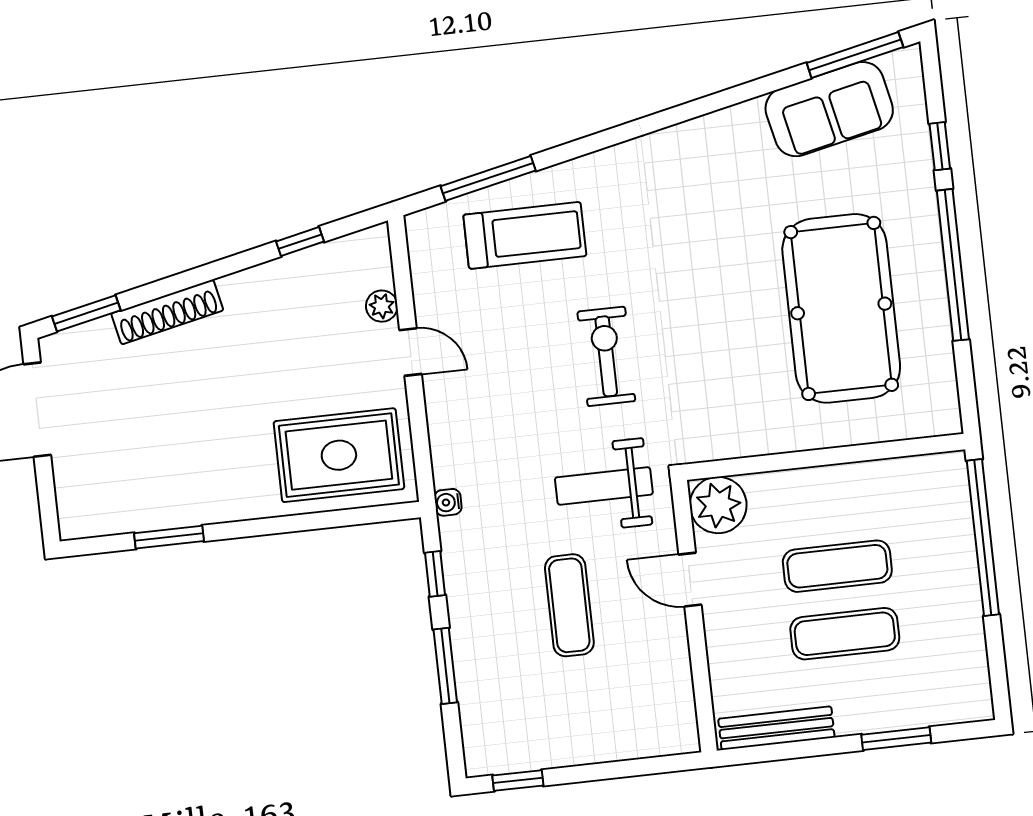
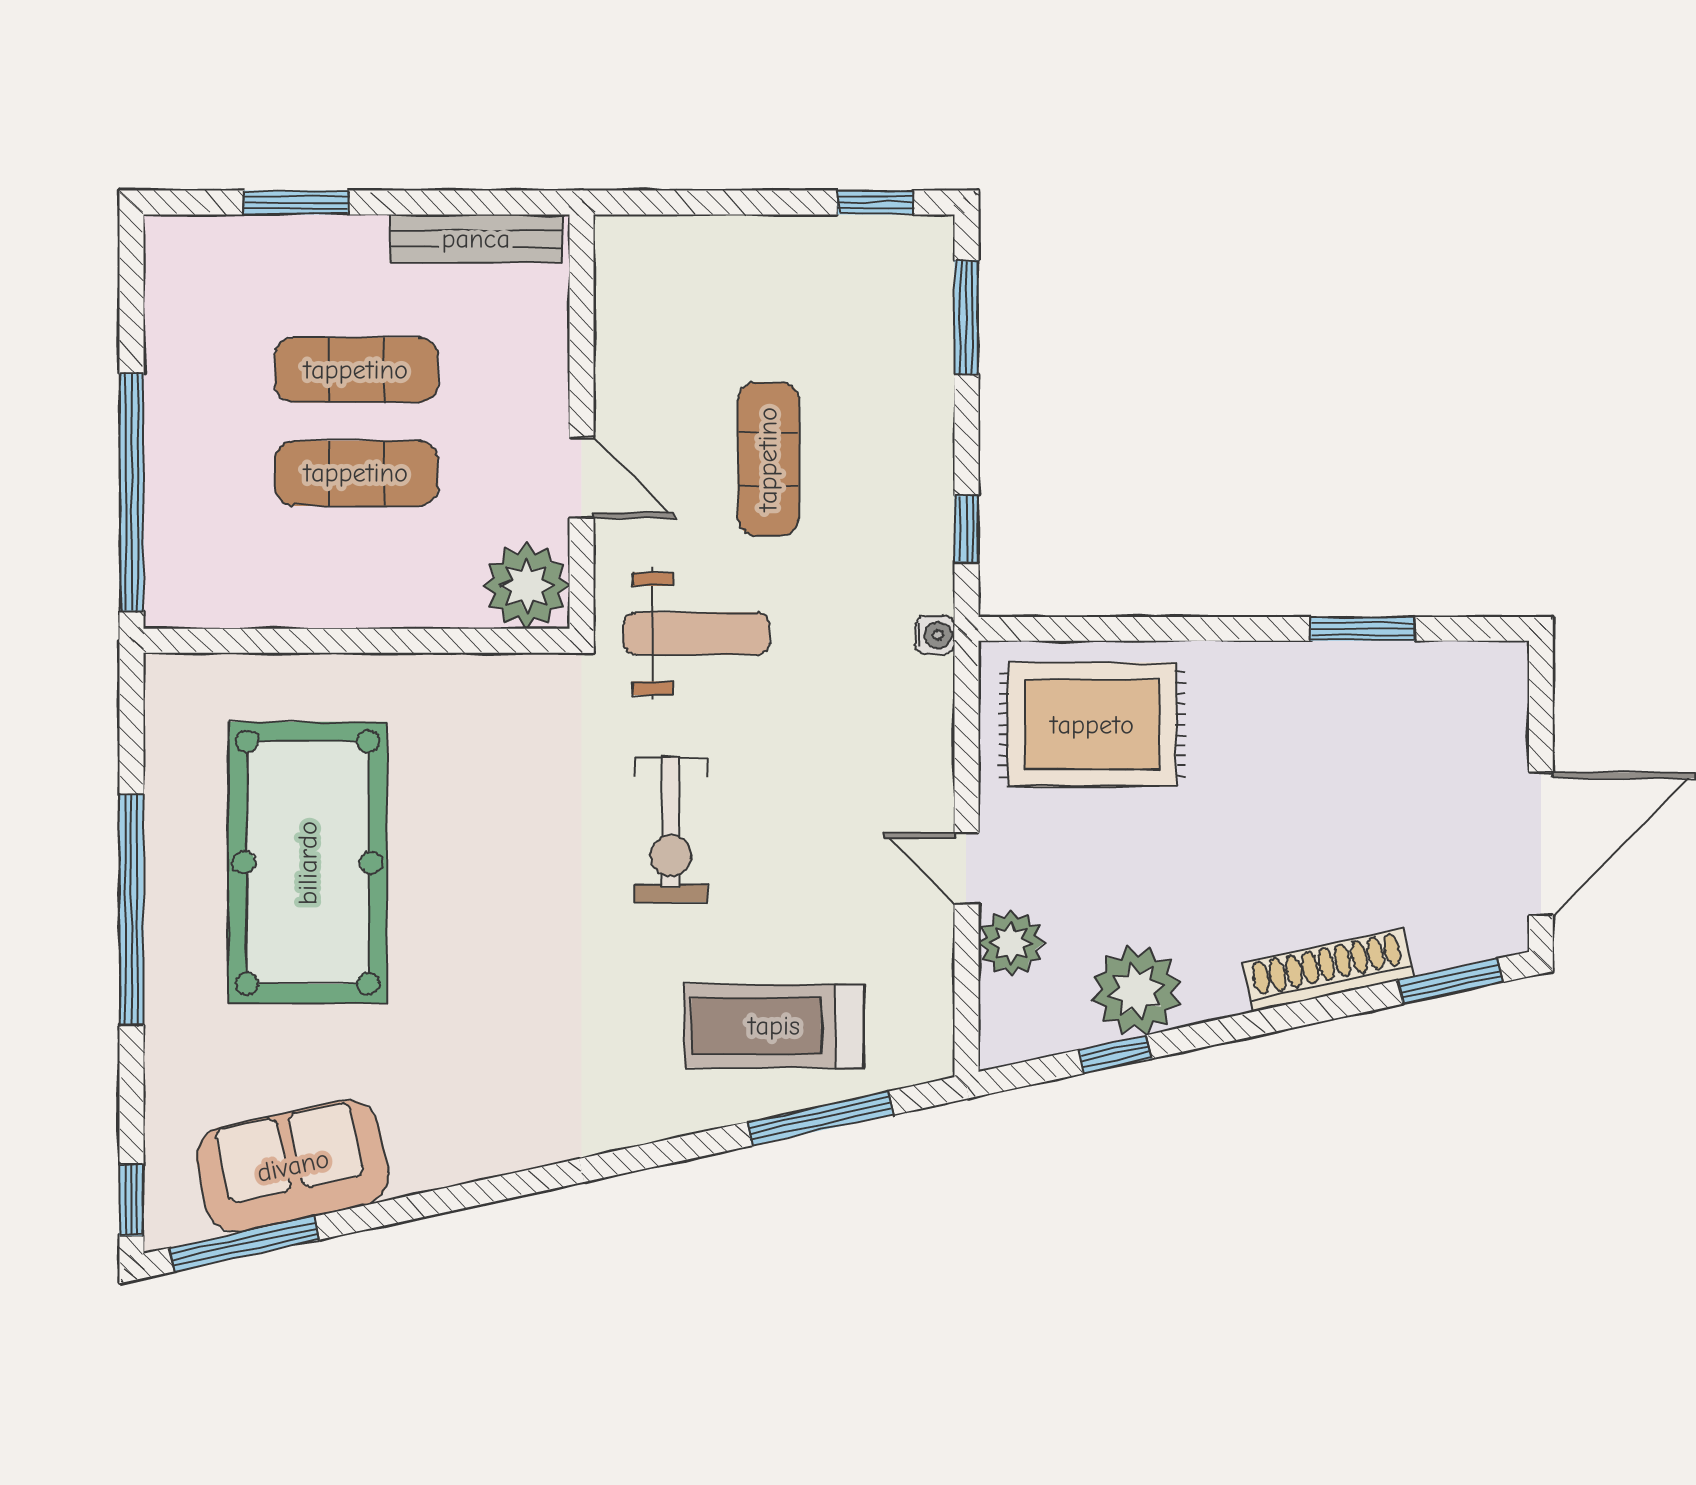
window: (940, 146) -> (131, 1200), moved
plant: (291, 284) -> (1137, 991), added
plant: (382, 306) -> (1011, 943), width x1.38, depth x1.38
window: (445, 666) -> (966, 318), moved

